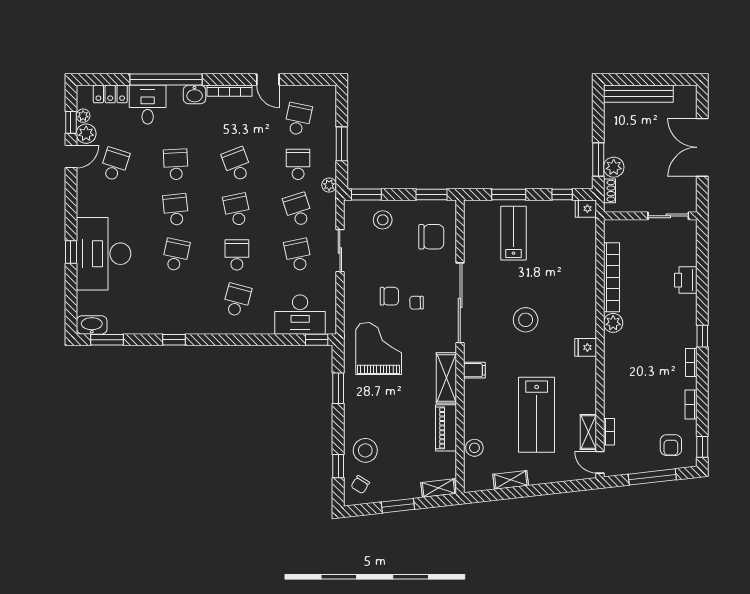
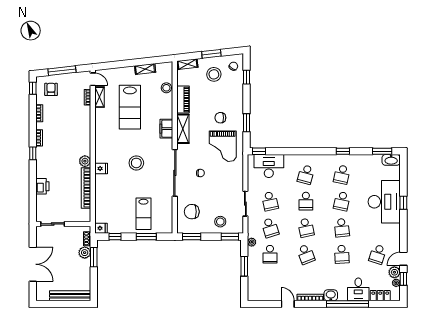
school desk: (298, 119) -> (342, 175), moved
chair: (389, 296) -> (220, 118), moved
fridge: (586, 347) -> (101, 168), moved
filing cabinet: (474, 370) -> (166, 129), width x2.00
lab bench: (537, 415) -> (130, 107), turned 180
stool: (365, 450) -> (214, 74), moved

